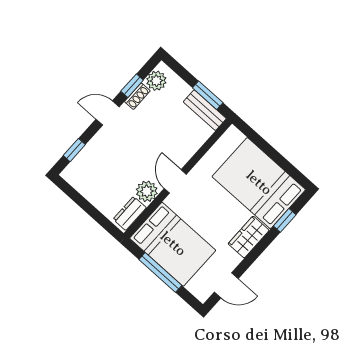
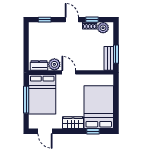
door: (175, 181) -> (69, 72), hinge flipped

